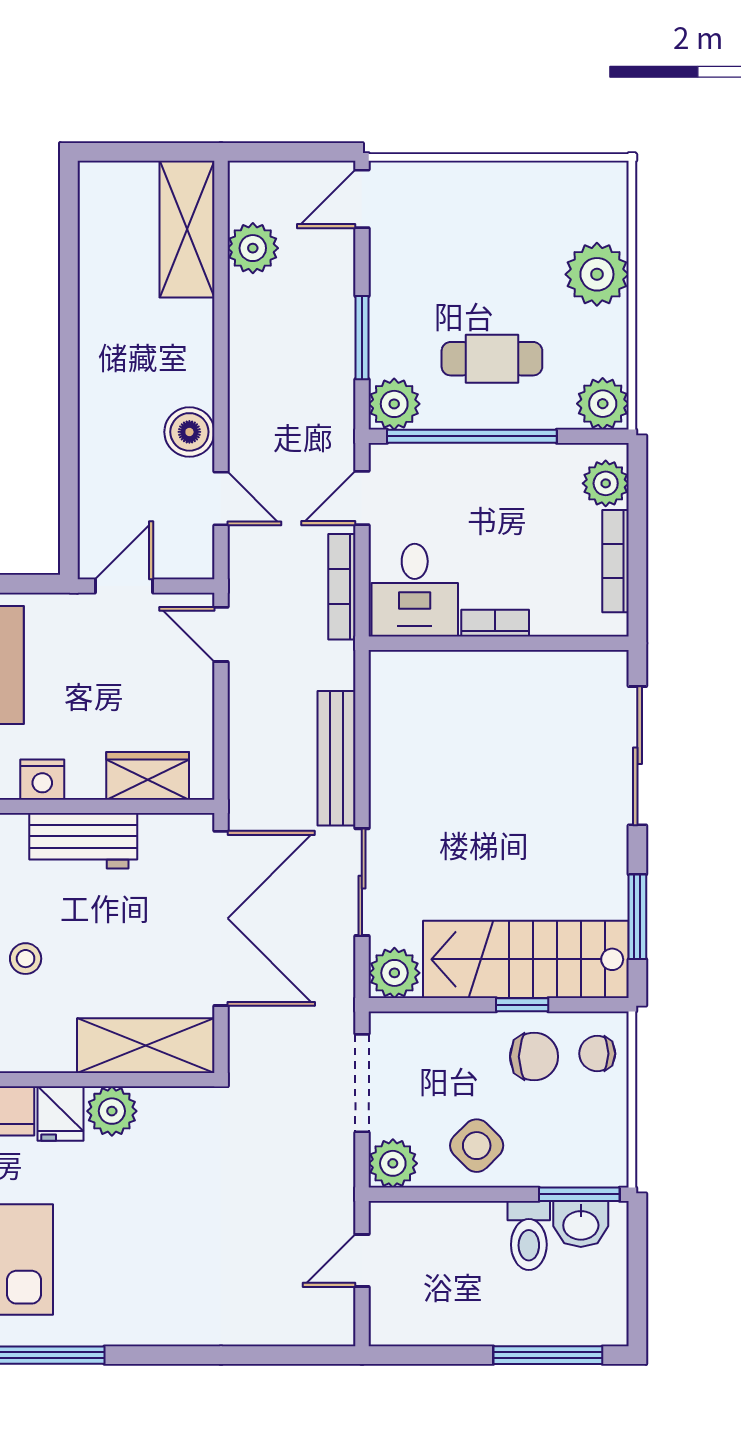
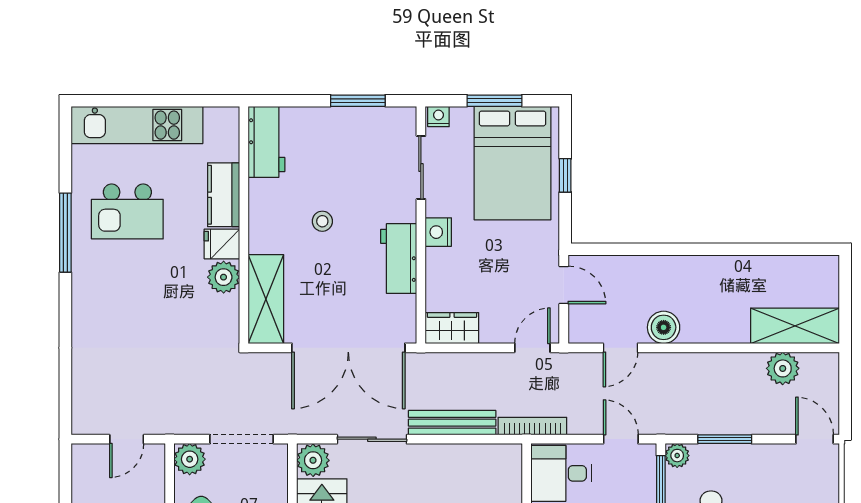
plant: (394, 404) -> (677, 456), width x0.73, depth x0.73
bookcase: (342, 587) -> (532, 426), moved
wardrobe: (148, 776) -> (452, 328), moved, turned -90
door: (362, 1261) -> (127, 439), swing flipped

